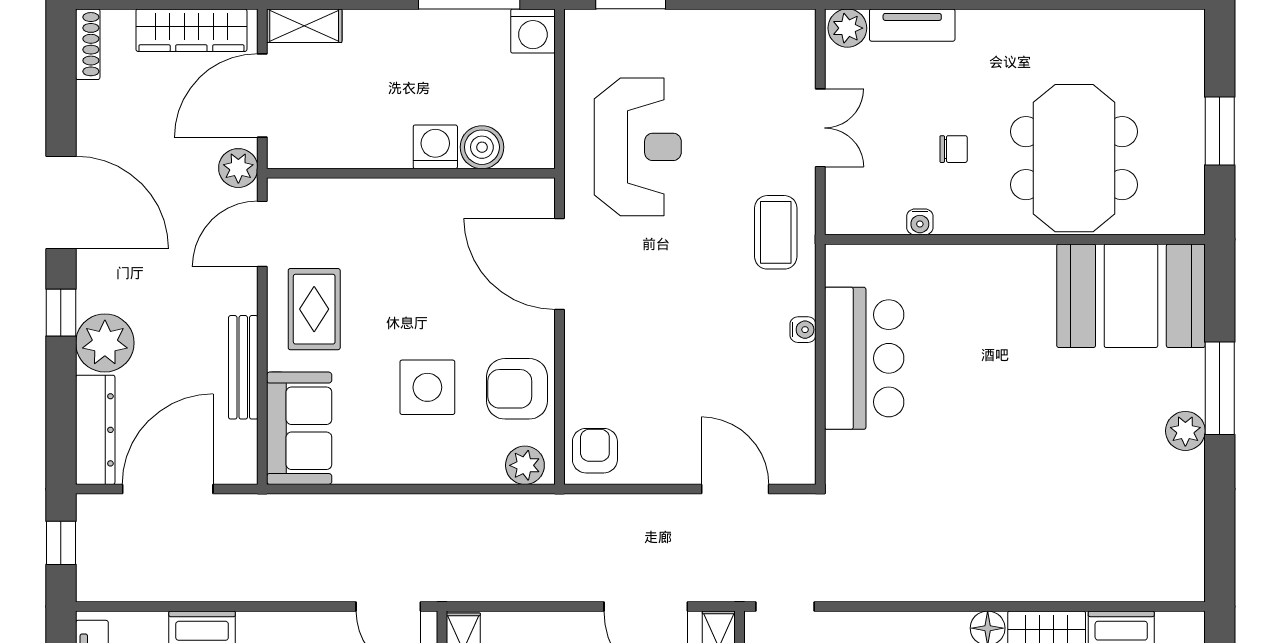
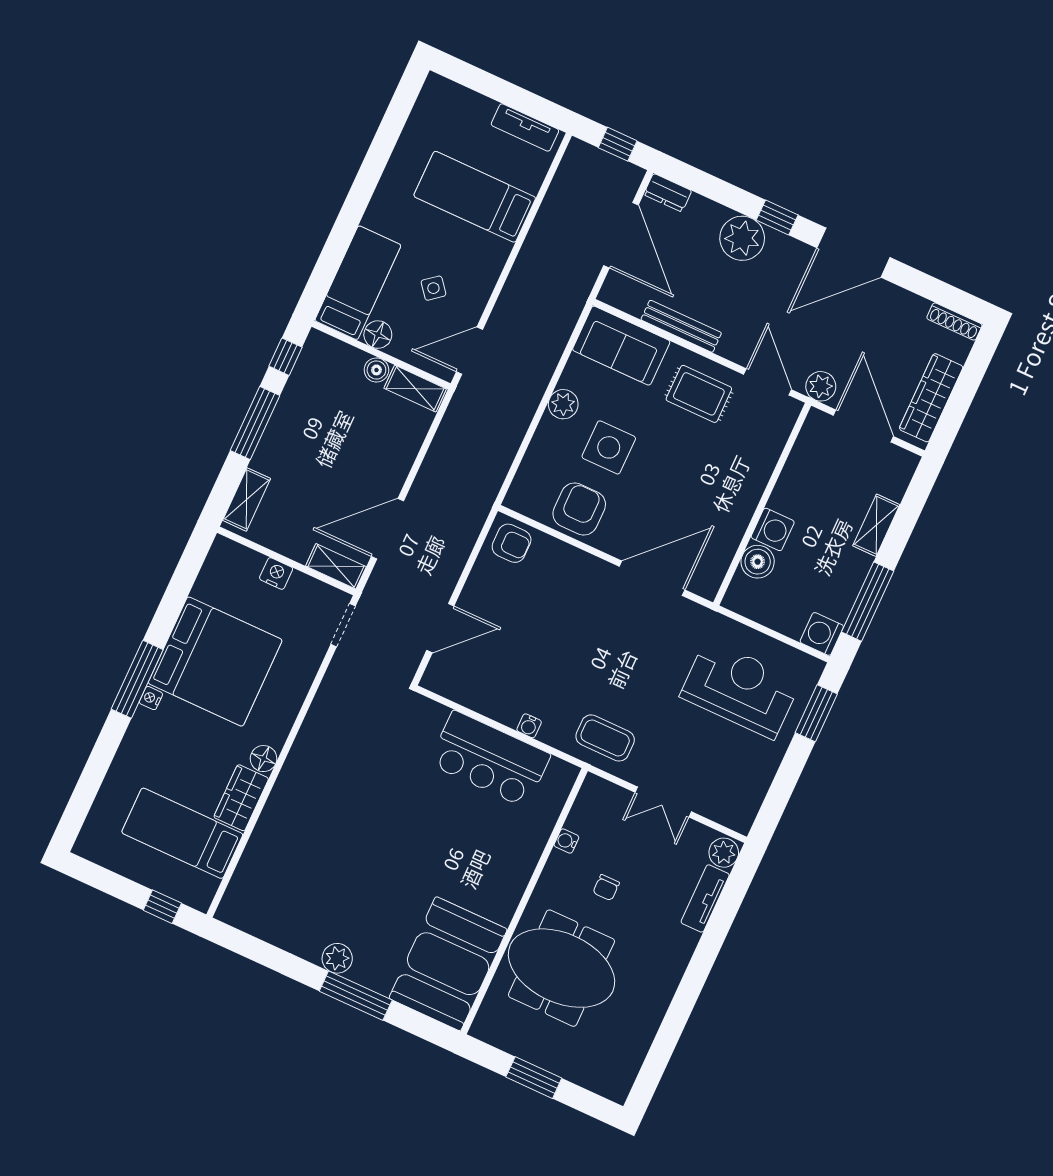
shelving: (304, 26) -> (876, 525), moved
reception desk: (638, 147) -> (740, 689), moved, turned 180
dresser: (95, 430) -> (668, 193), width x0.51, depth x0.80
plant: (525, 465) -> (563, 404), moved

